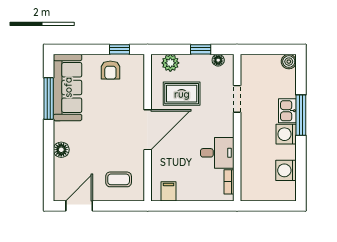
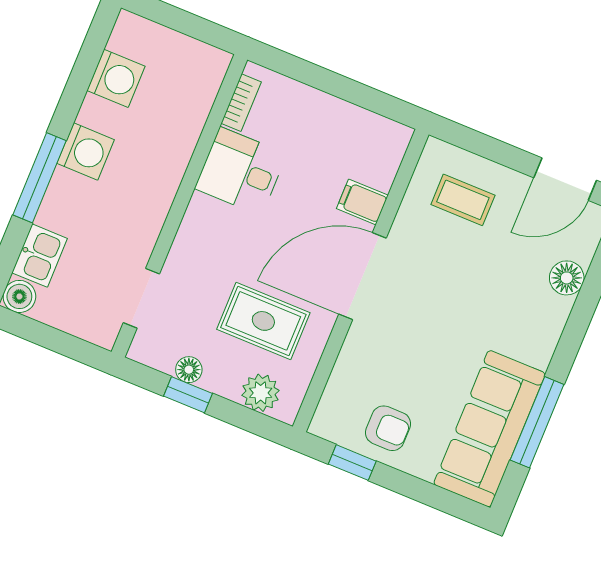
floor lamp: (218, 60) -> (189, 370), moved
armchair: (110, 70) -> (388, 428), turned 90
doorway: (237, 99) -> (141, 298), moved
kitchen sink: (287, 111) -> (40, 256), moved
floor lamp: (61, 150) -> (567, 278), moved
filing cabinet: (169, 191) -> (362, 202), moved, turned 90

